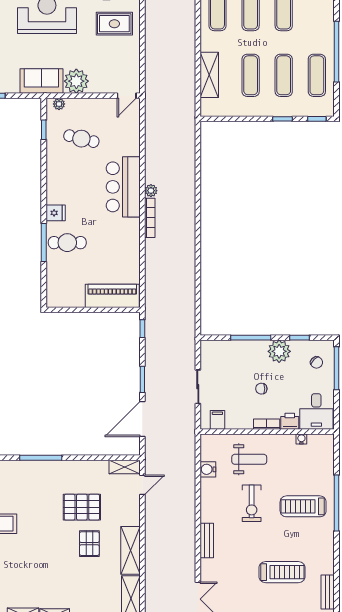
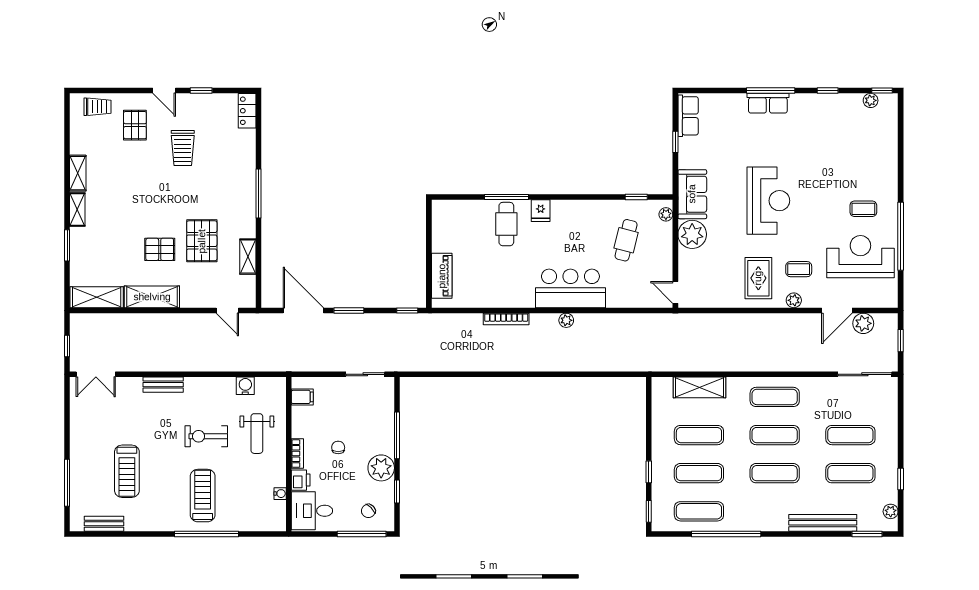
bookcase: (150, 218) -> (506, 319), moved
piano: (112, 296) -> (442, 276), width x0.73, depth x0.75
sliding door: (198, 387) -> (365, 374), moved
shelving: (125, 467) -> (248, 257), moved

